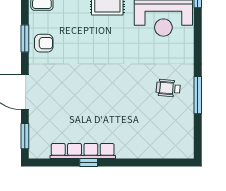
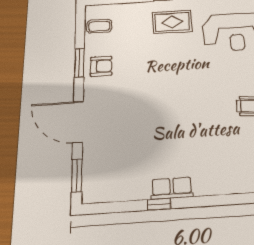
row of seats: (83, 151) -> (172, 188), width x0.50

